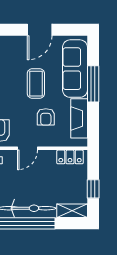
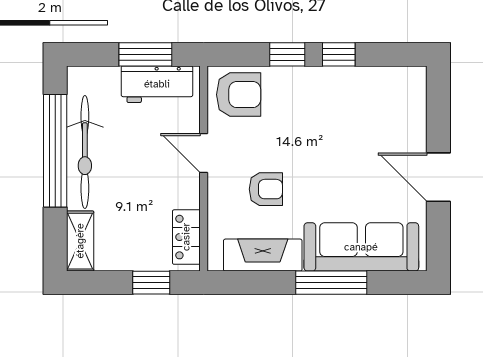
coffee table: (36, 84) -> (332, 170), removed
armchair: (46, 117) -> (266, 189), turned 180
window: (93, 189) -> (151, 283), moved

